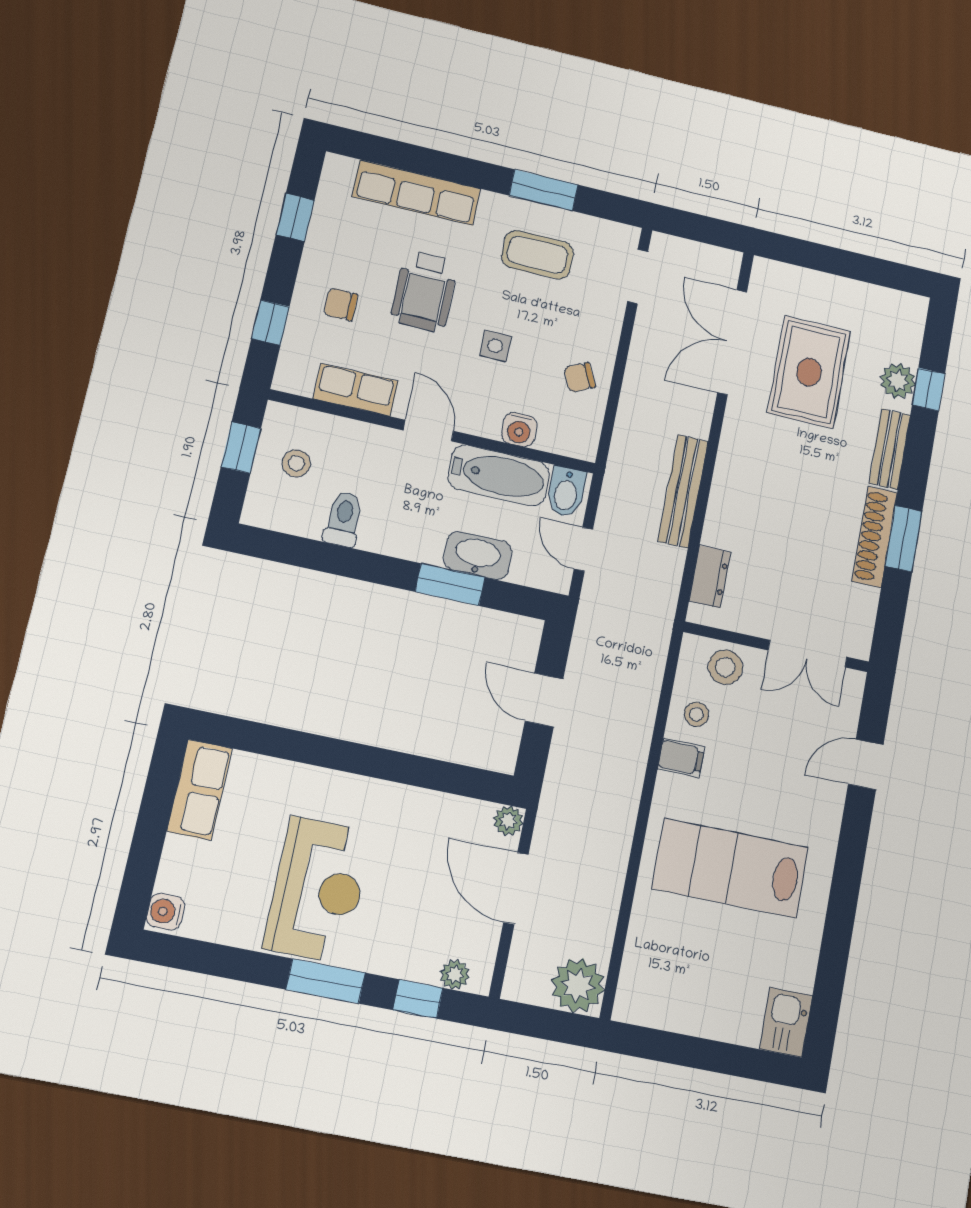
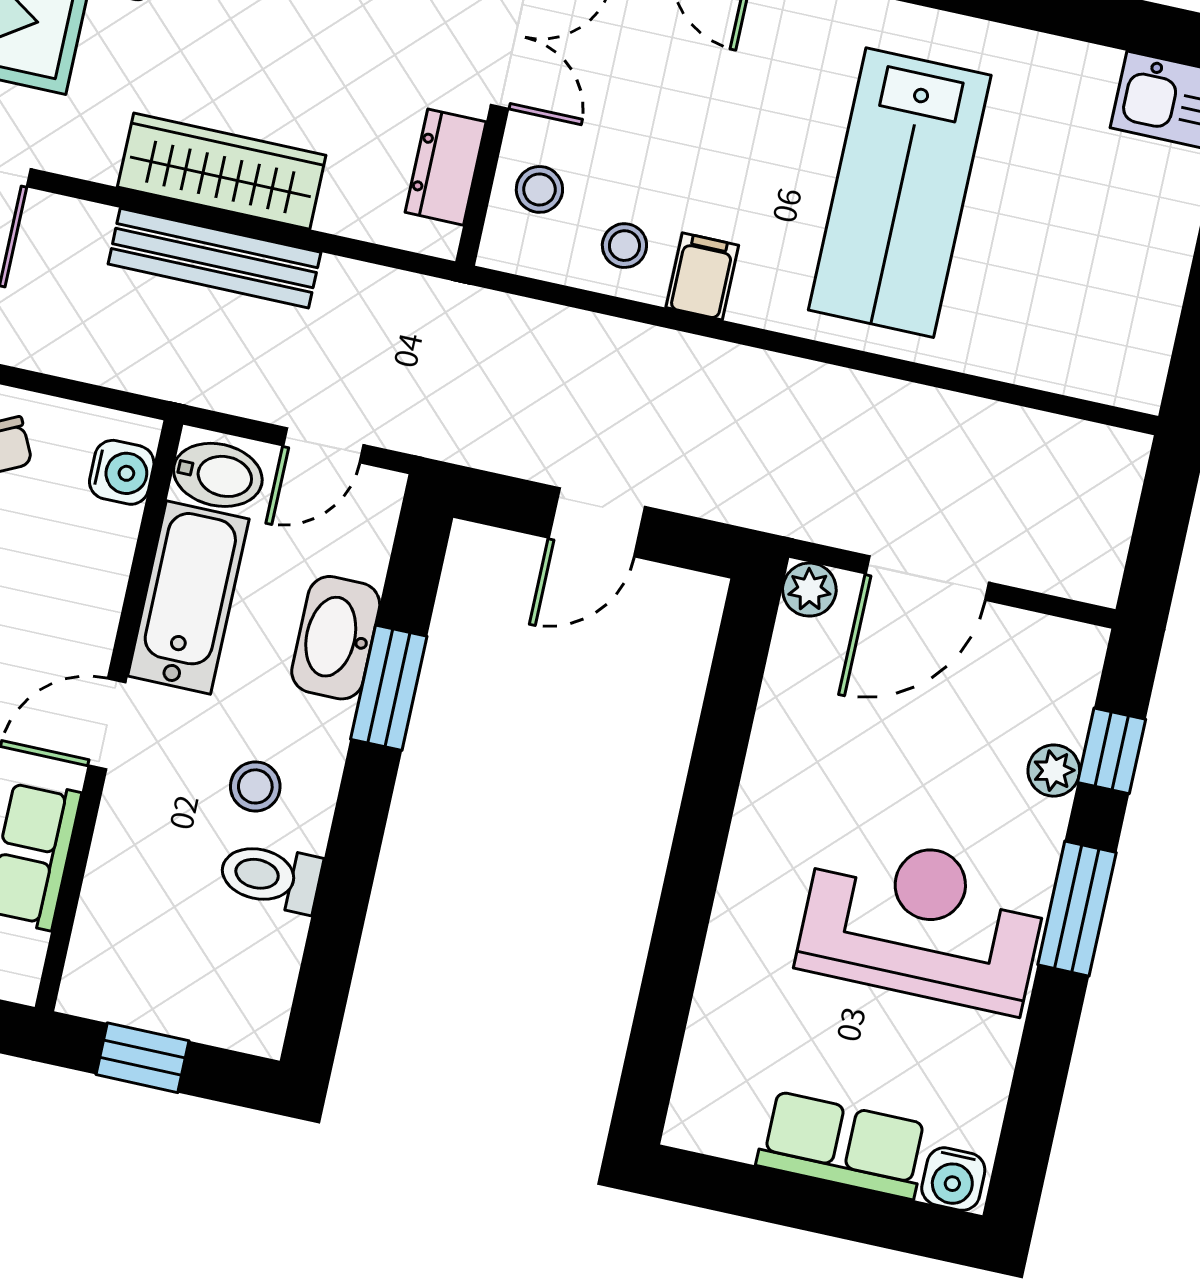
water cooler: (519, 430) -> (122, 472), moved
stool: (296, 463) -> (255, 786), moved
wardrobe: (729, 495) -> (222, 171), added
dresser: (710, 576) -> (446, 167), moved, turned -90
stool: (725, 667) -> (539, 189), width x0.73, depth x0.73
row of seats: (200, 790) -> (843, 1145), moved
plant: (455, 975) -> (1054, 771), moved
plant: (578, 985) -> (1097, 472), removed

